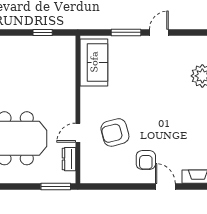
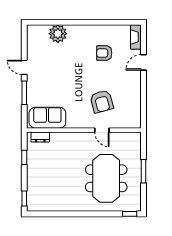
dresser: (69, 159) -> (40, 137), moved
armchair: (146, 160) -> (104, 53), moved, turned 180
window: (56, 187) -> (144, 171), moved

